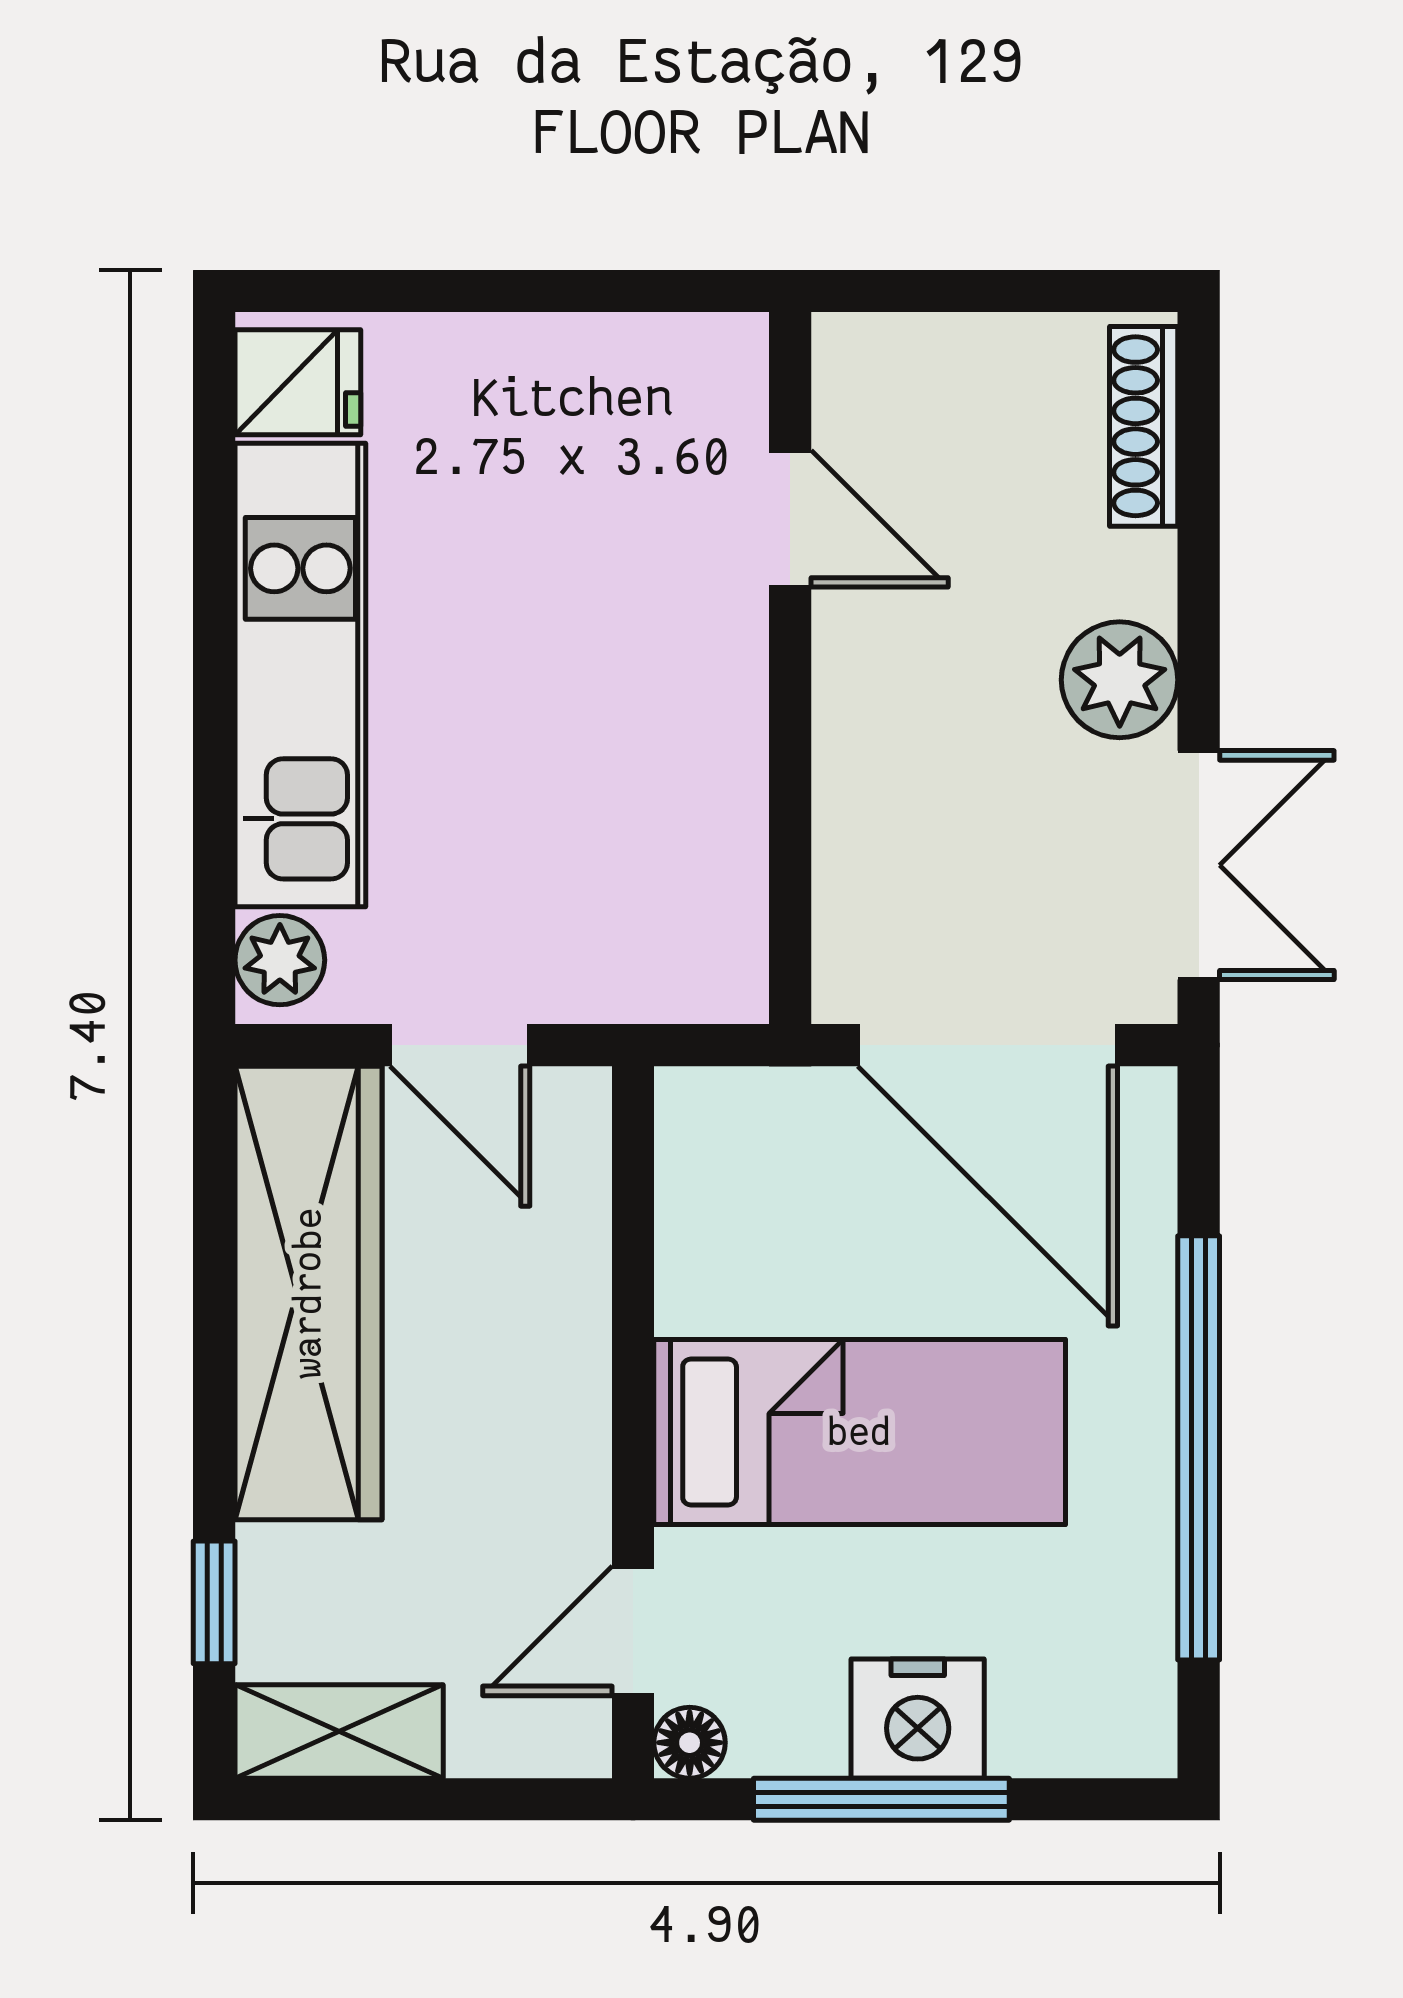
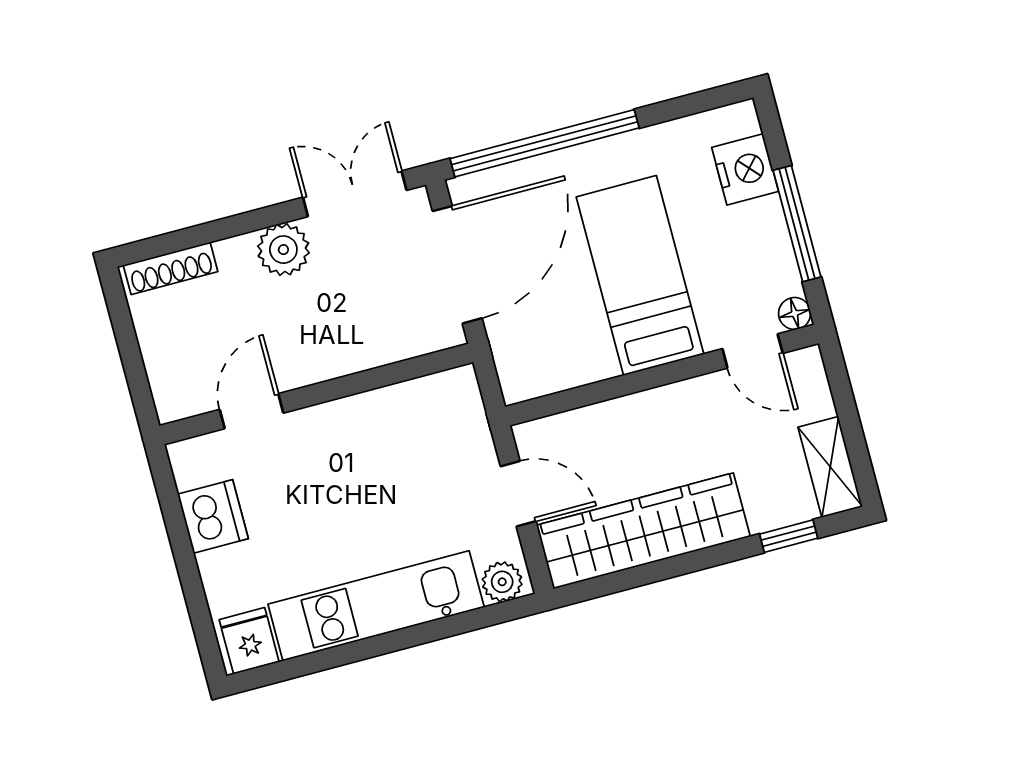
dishwasher: (586, 376) -> (213, 516), added
door: (460, 1045) -> (518, 494), hinge flipped
window: (1199, 1448) -> (545, 143), moved
nightstand: (918, 1719) -> (745, 169), moved

